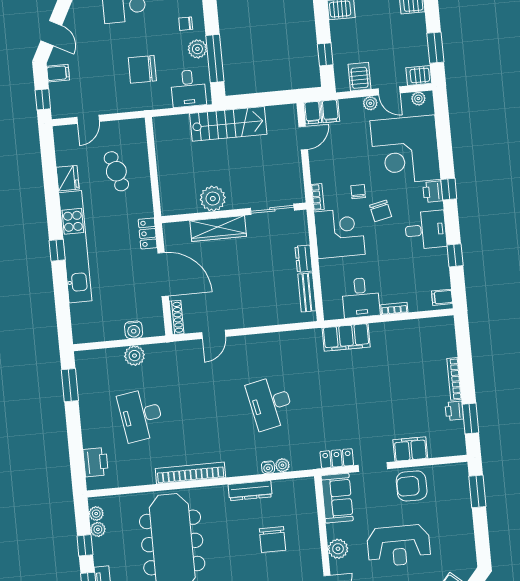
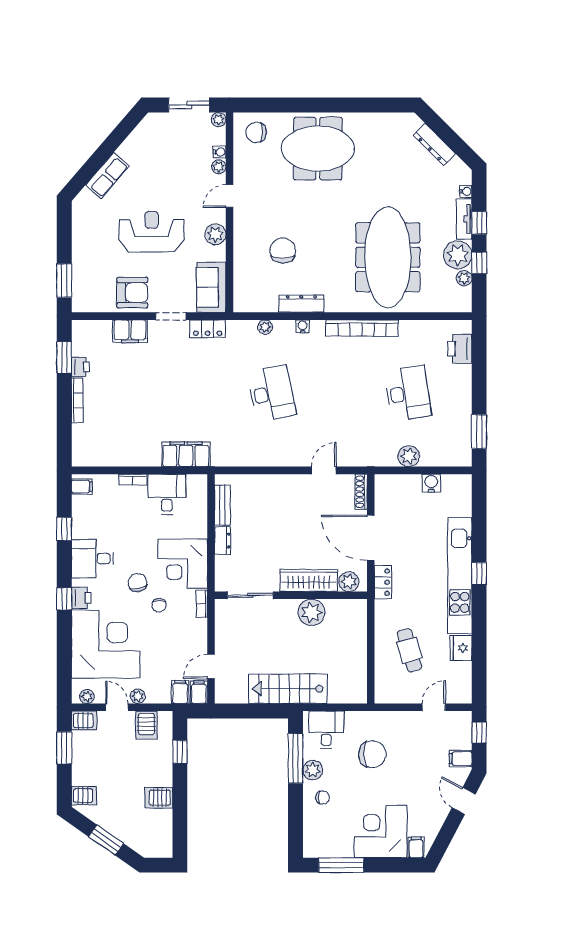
plant: (180, 231) -> (349, 582), added
water cooler: (134, 330) -> (431, 483), moved
water cooler: (268, 467) -> (303, 326), moved
plant: (96, 514) -> (458, 255), moved, width x1.88, depth x1.88

